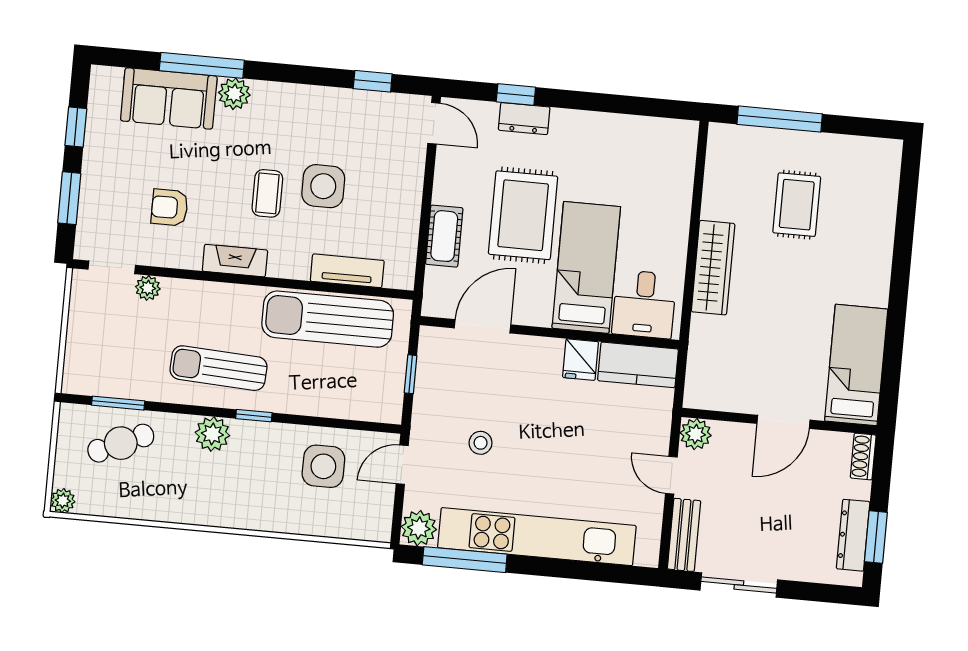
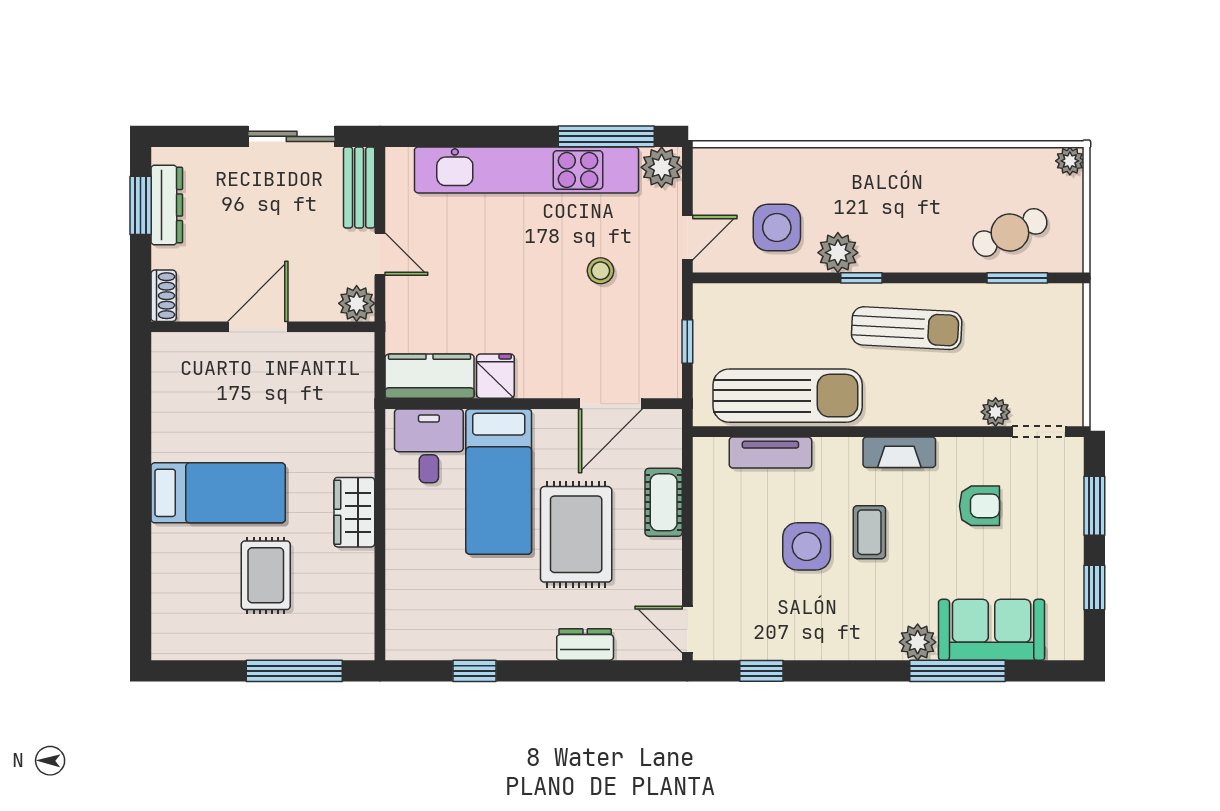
window: (516, 95) -> (474, 671), moved
wardrobe: (713, 268) -> (354, 512), width x0.67
bed: (856, 365) -> (218, 493), moved, turned -90
plant: (212, 434) -> (838, 253), moved

